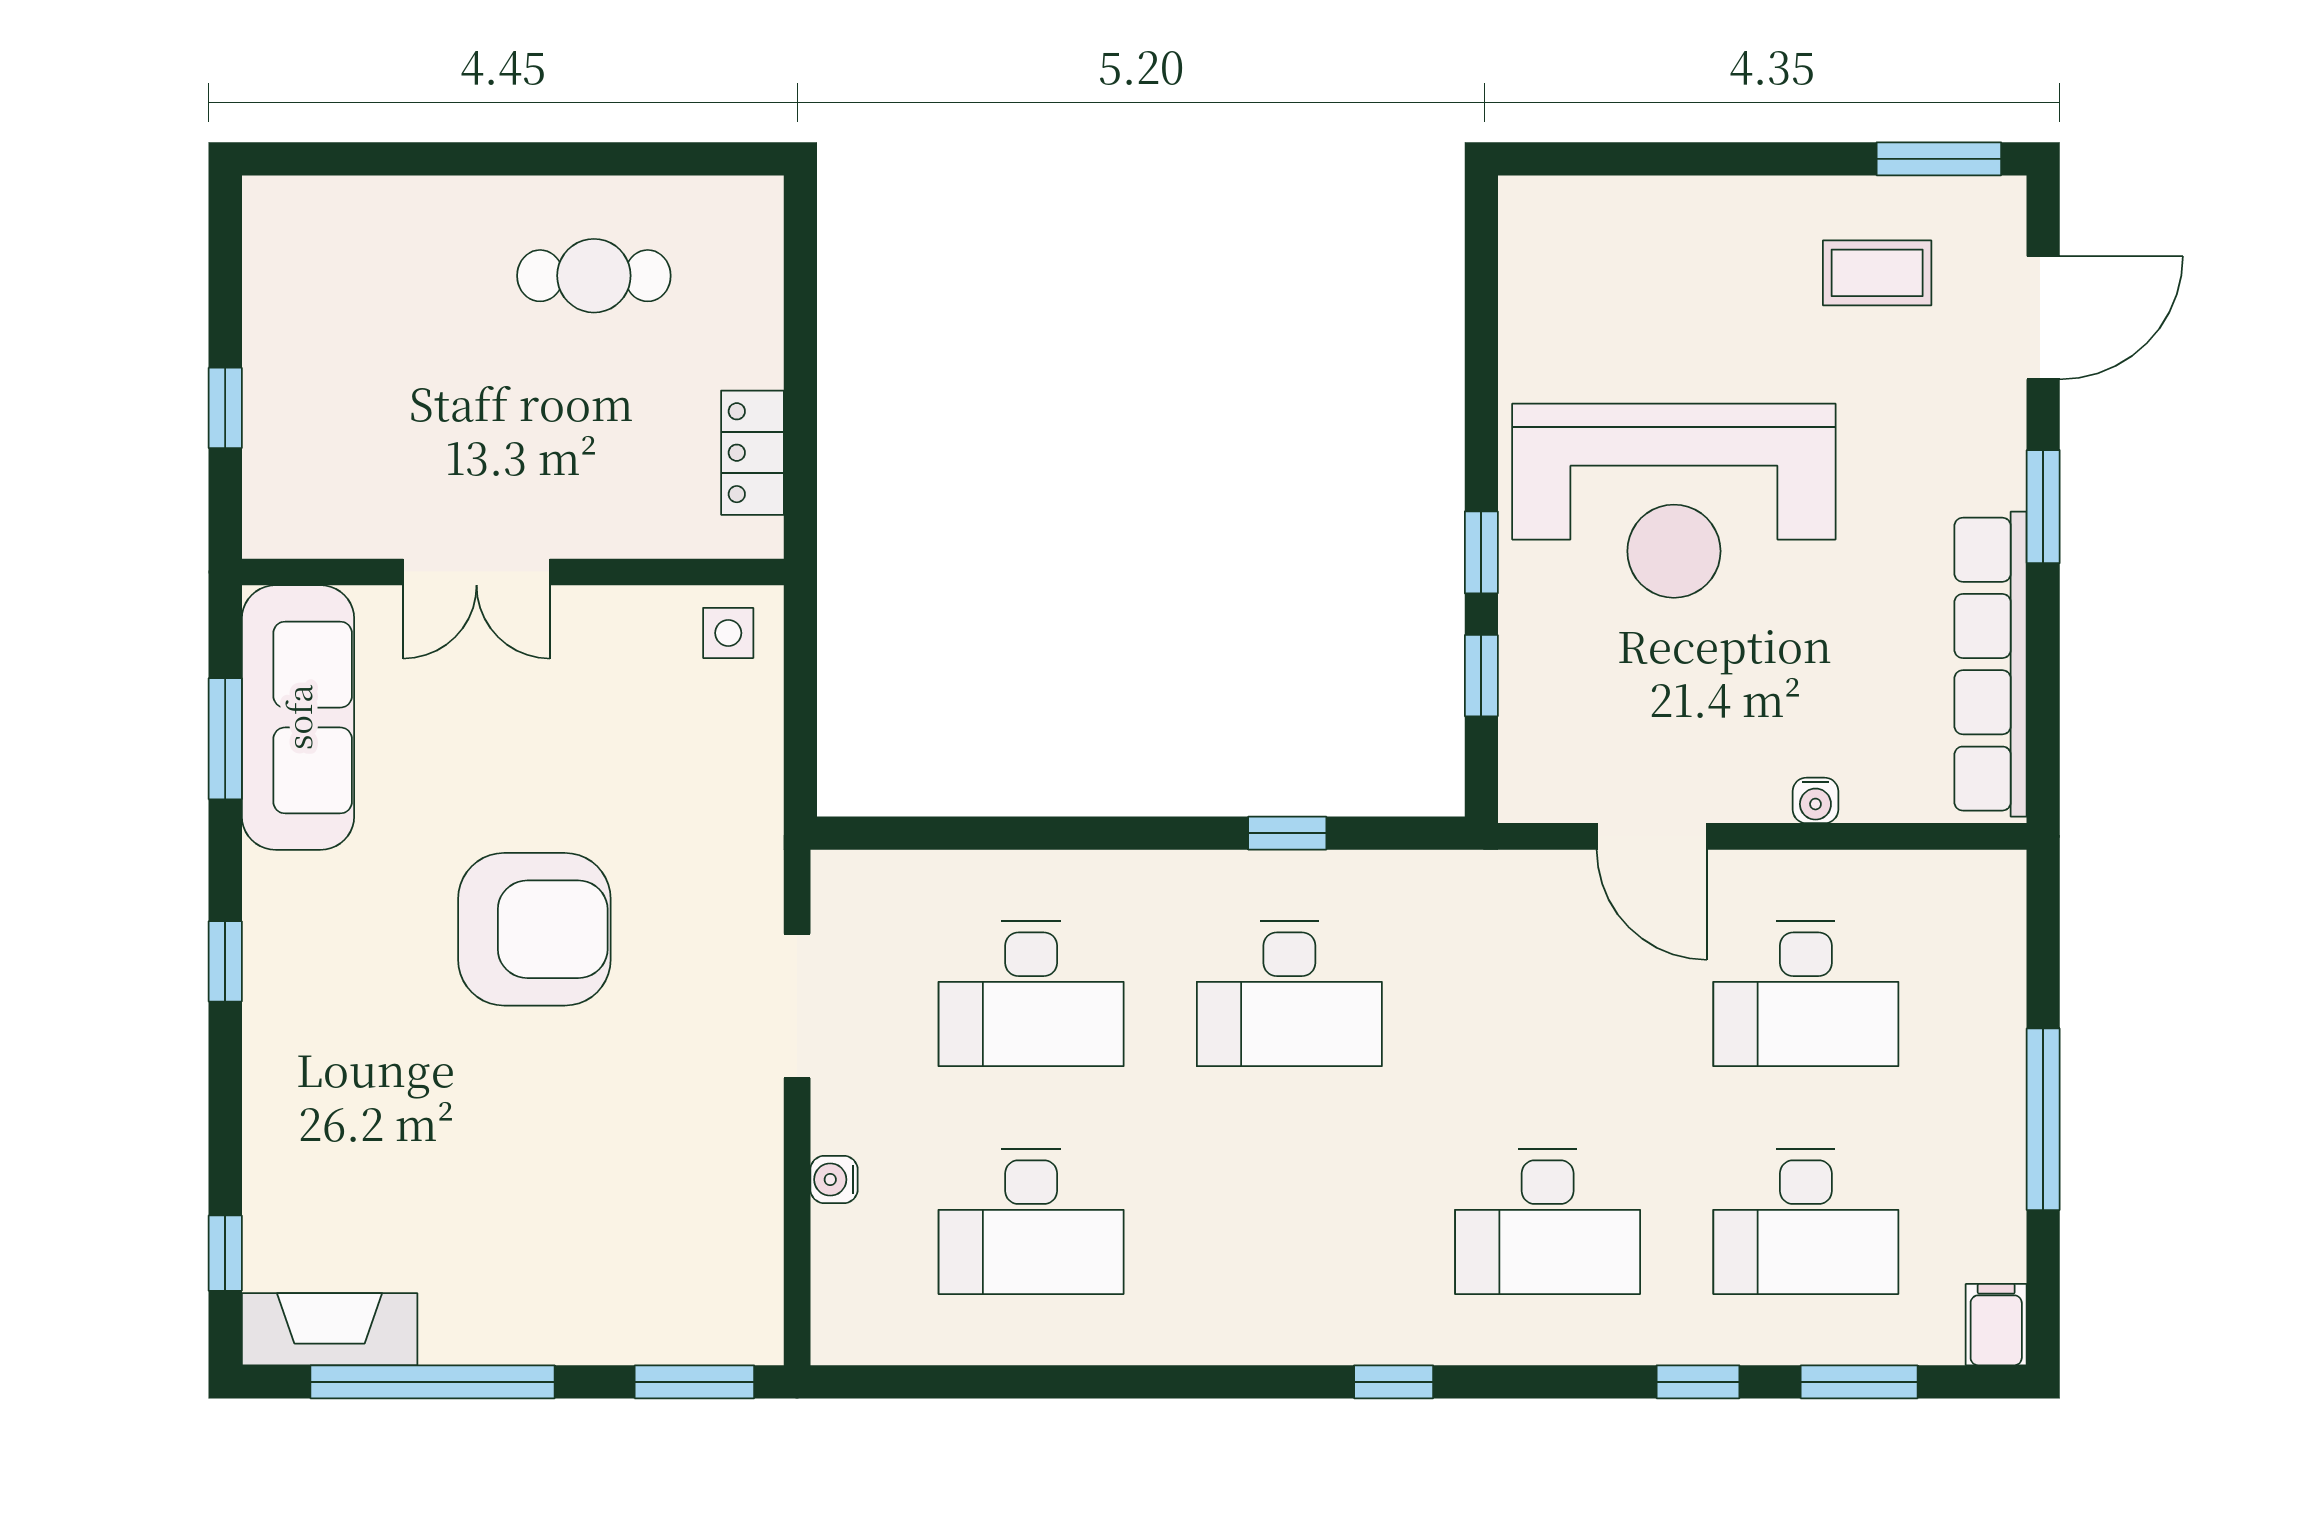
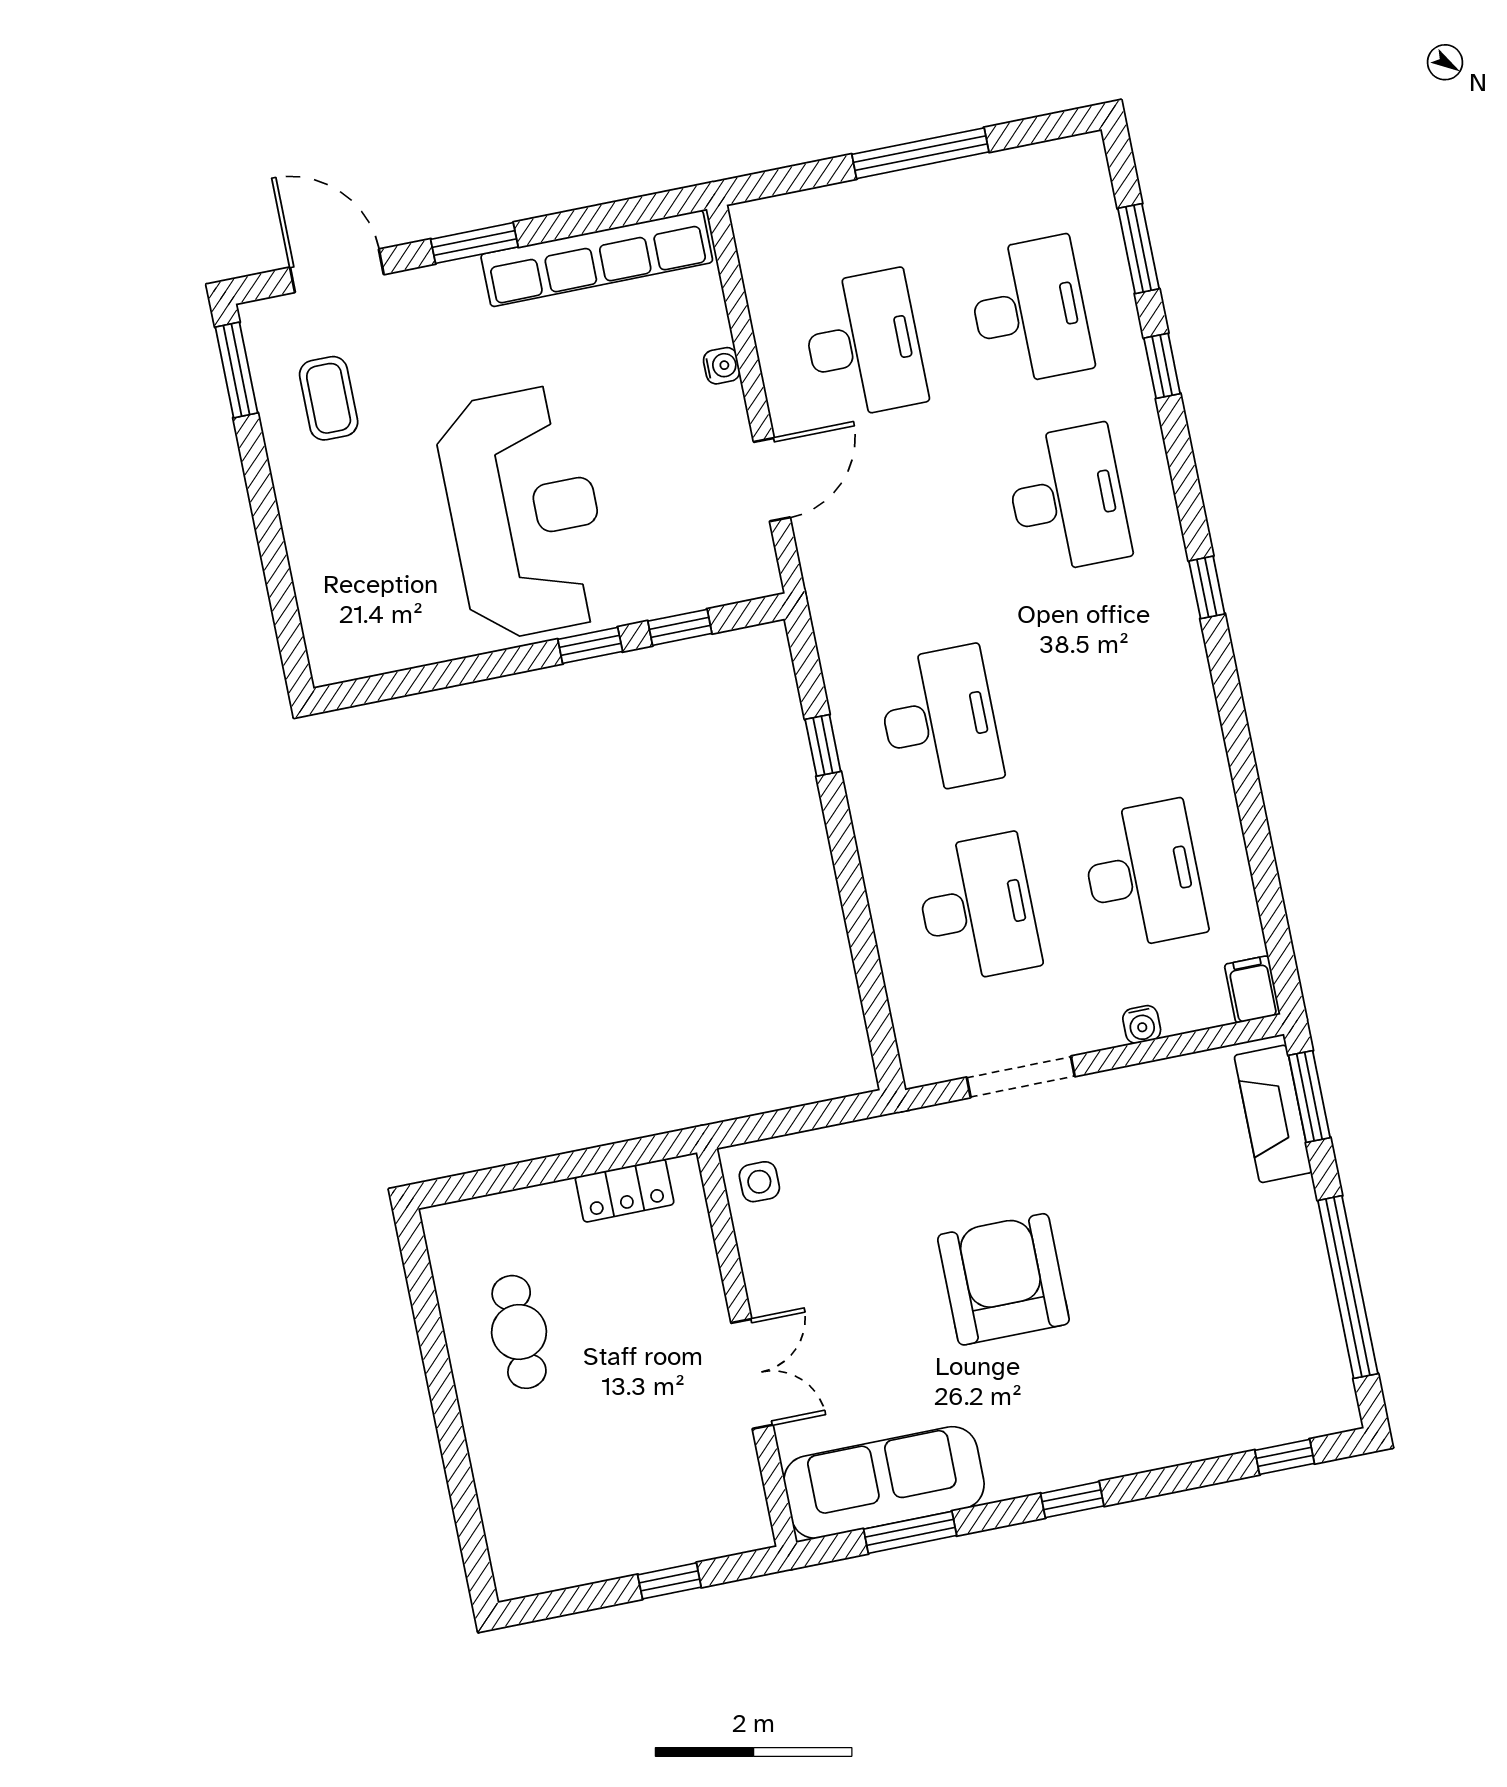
filing cabinet: (1996, 1325) -> (1252, 989), moved, turned 90
fireplace: (330, 1329) -> (1273, 1114), moved

